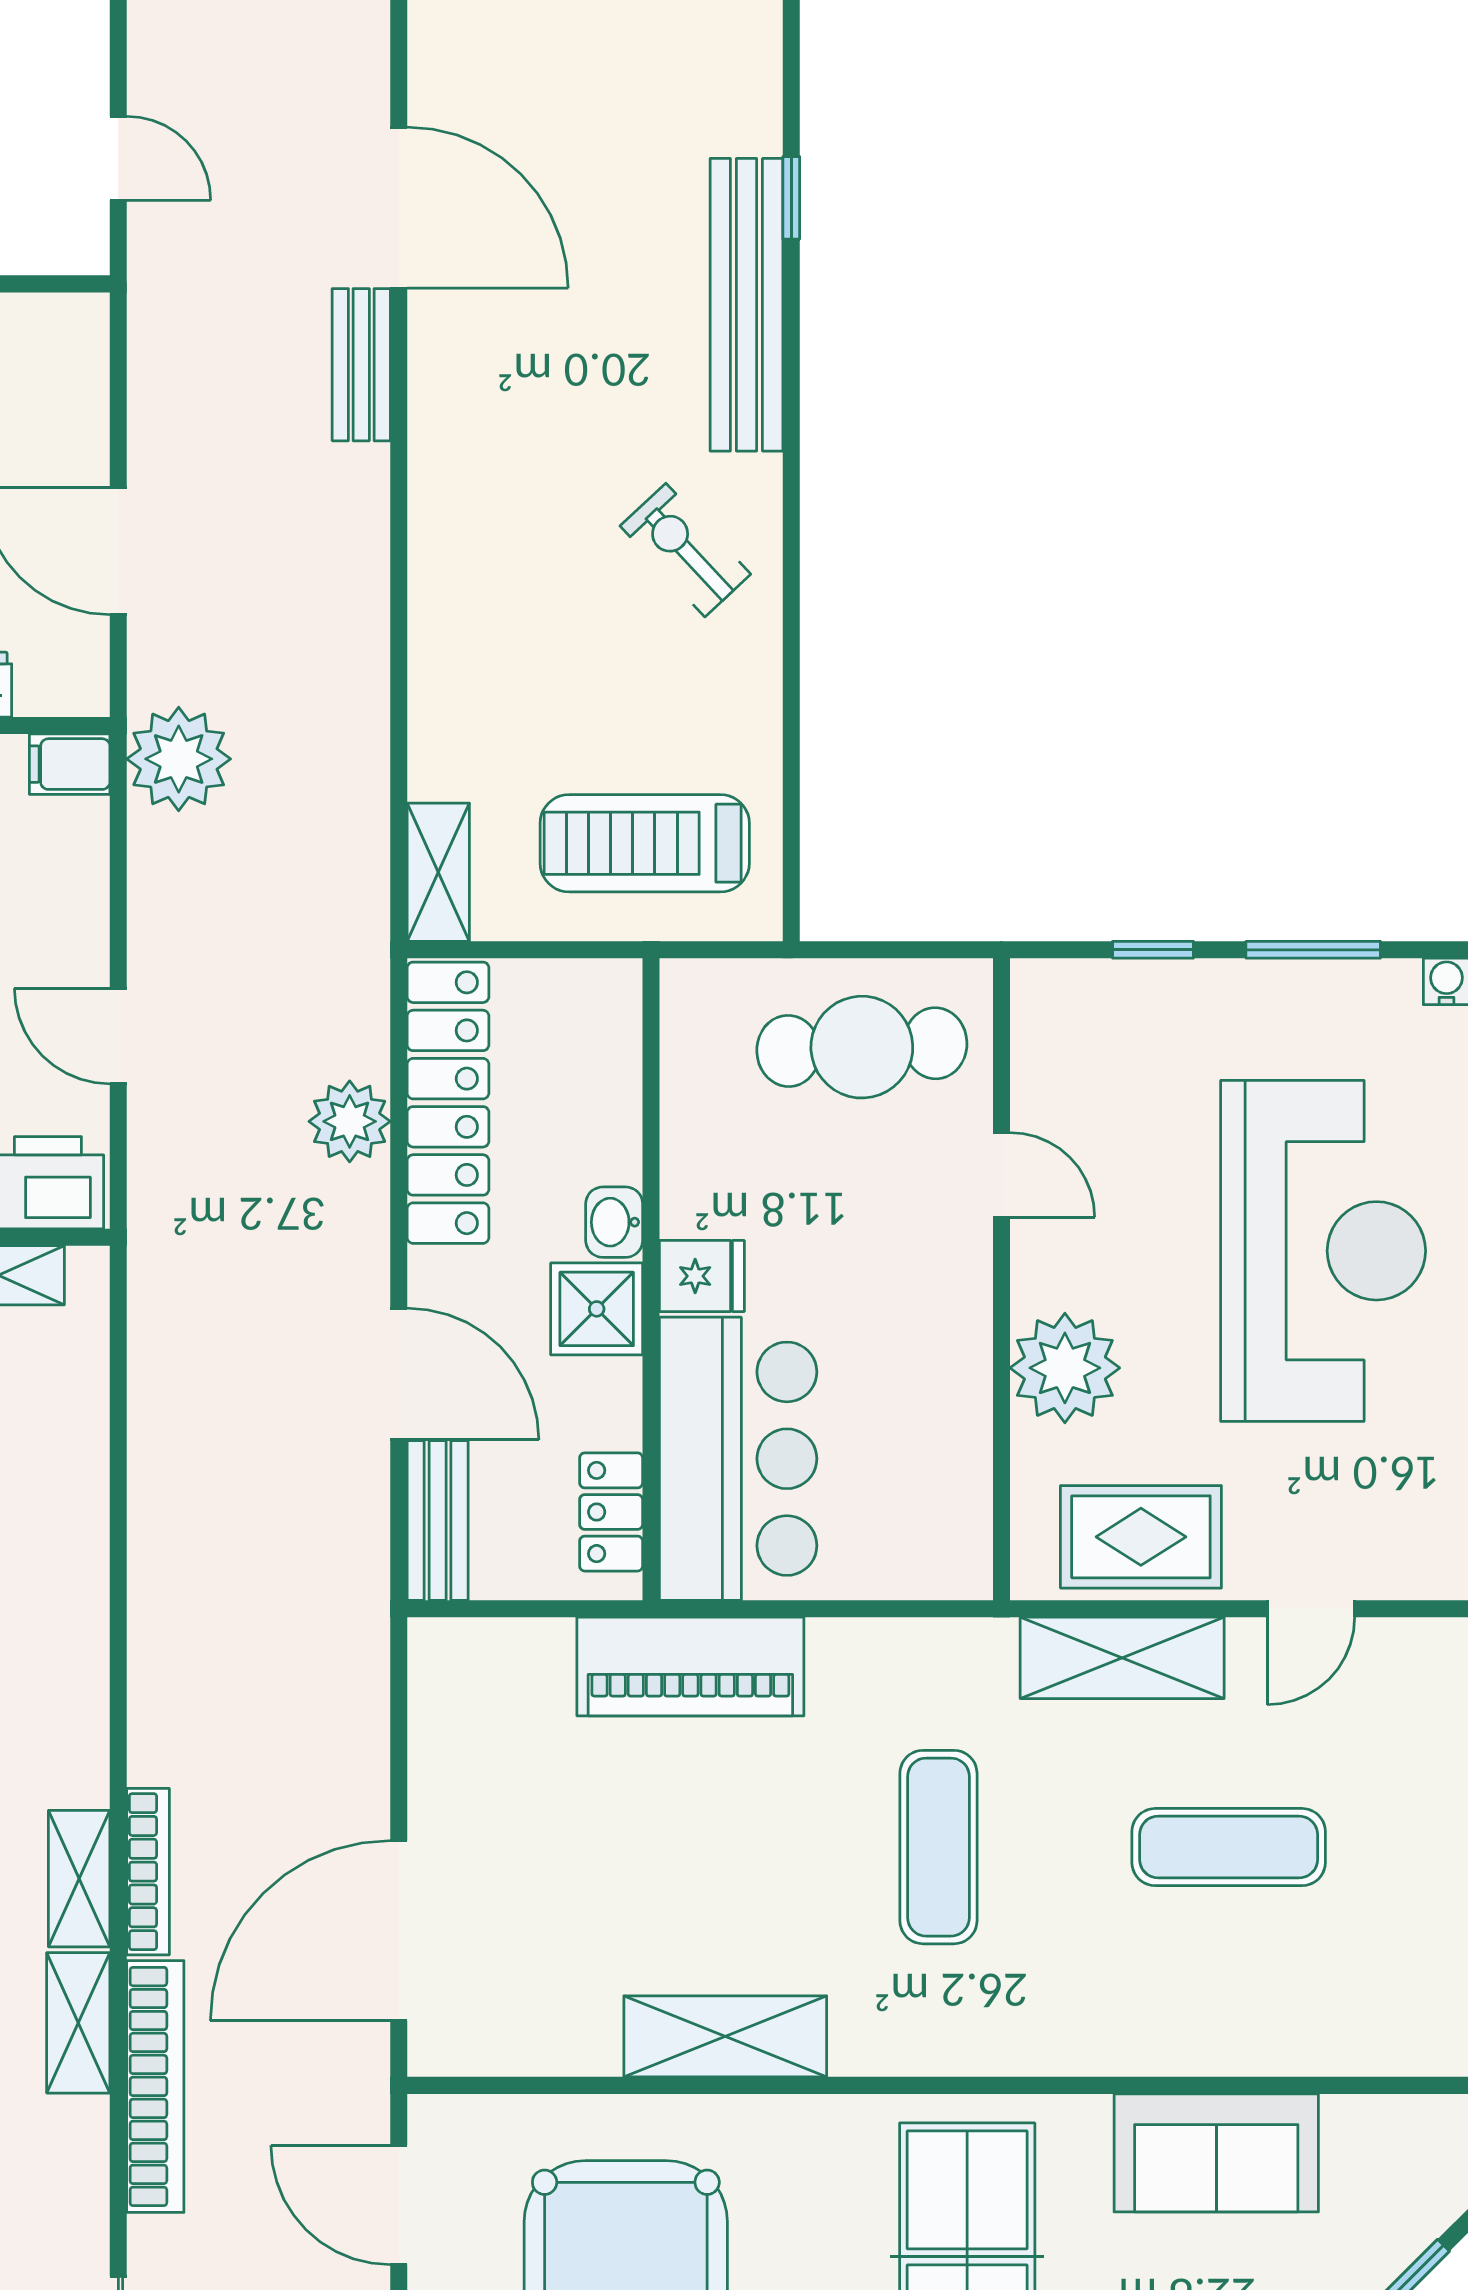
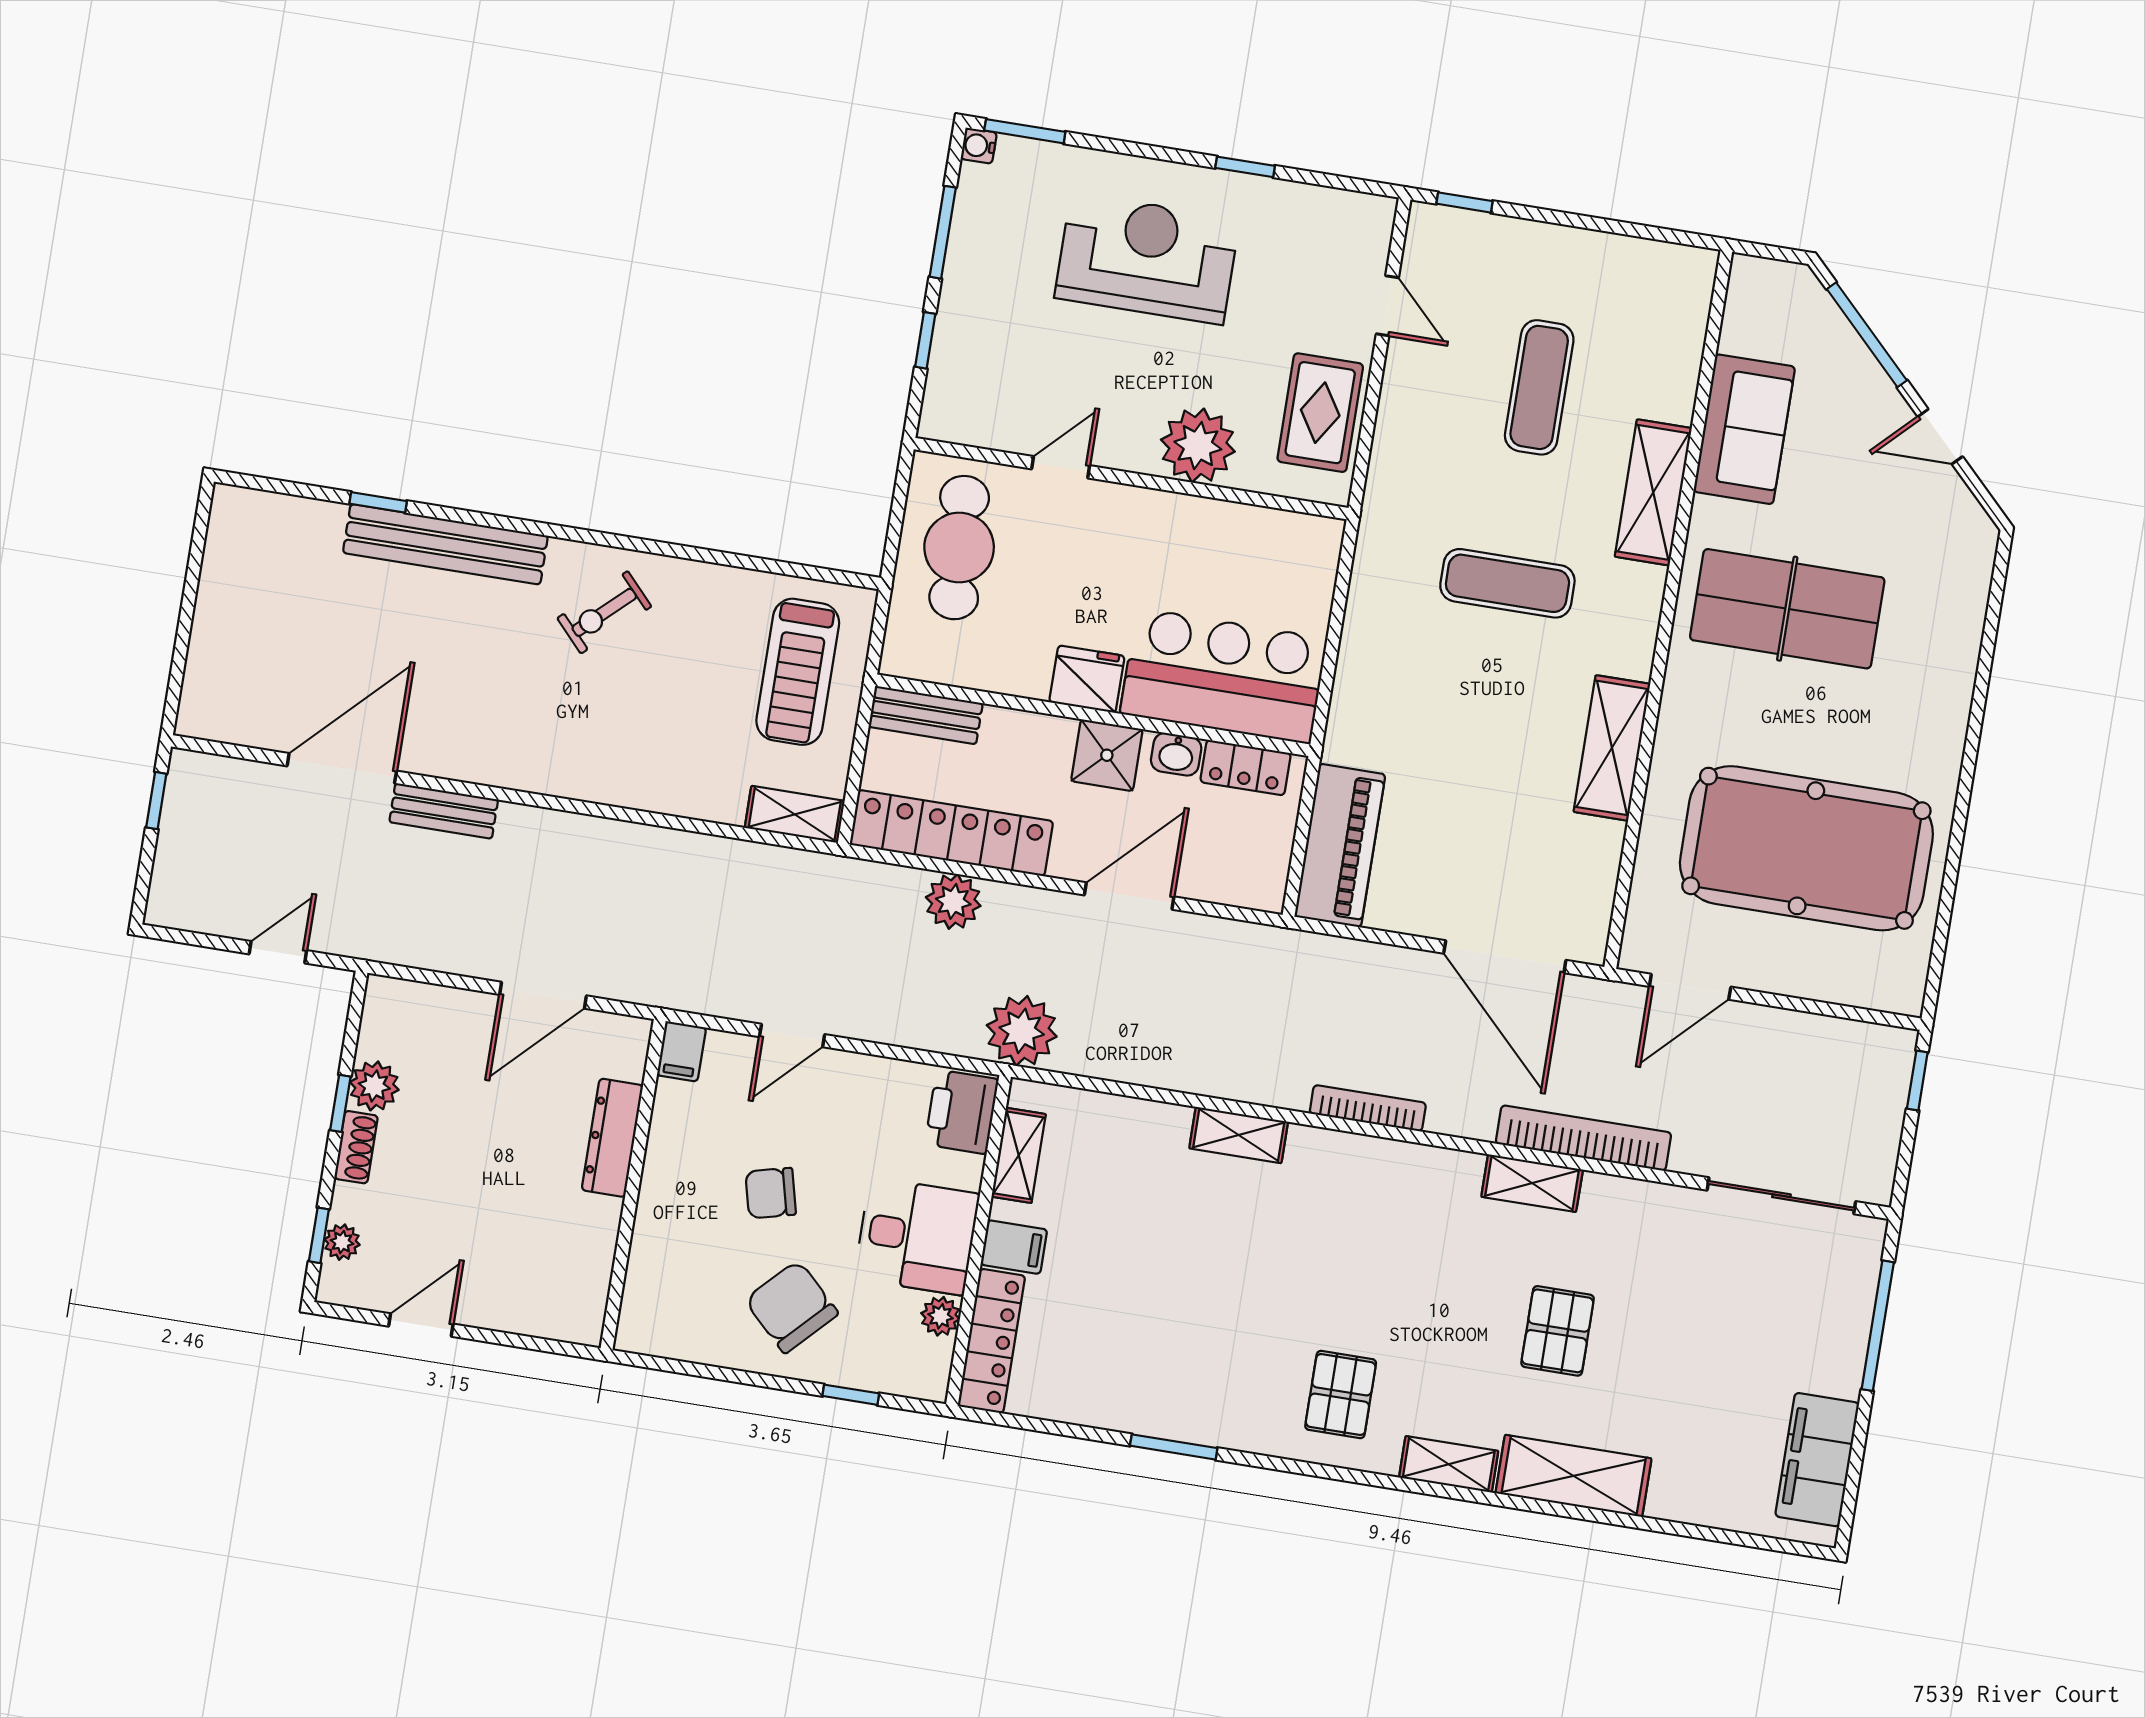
plant: (179, 759) -> (1022, 1031), moved
door: (118, 1036) -> (792, 1036), moved
washbasin: (614, 1222) -> (1176, 754), moved
reception desk: (1323, 1251) -> (1147, 258), width x0.74, depth x0.77
fridge: (702, 1276) -> (1087, 679), width x1.38
bench: (438, 1521) -> (926, 715), moved
shelving: (1122, 1658) -> (1653, 492), moved
piano: (690, 1666) -> (1340, 846), moved
bookcase: (148, 1872) -> (1368, 1108), moved
shelving: (79, 1879) -> (1239, 1135), moved

